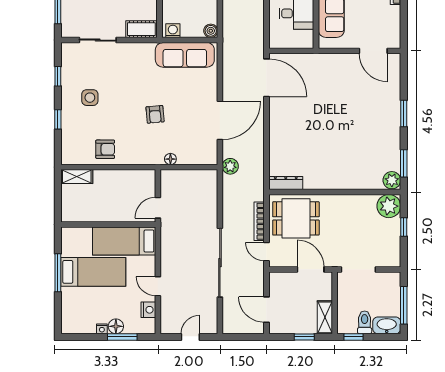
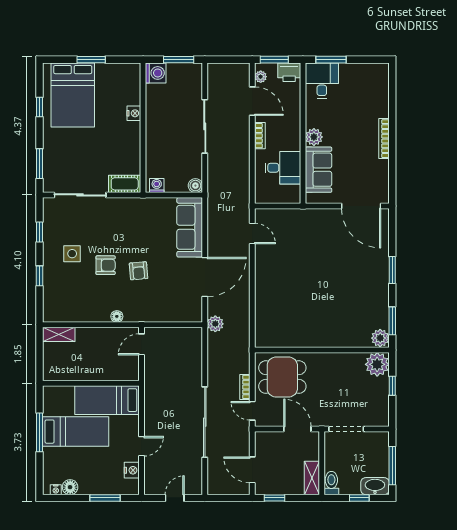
sliding door: (98, 40) -> (80, 195), width x1.37
door: (373, 51) -> (361, 206), width x1.36
sofa: (185, 55) -> (190, 227), moved, turned 90
door: (266, 78) -> (252, 233), width x0.53
armchair: (105, 149) -> (106, 265), moved
floor lamp: (170, 159) -> (117, 316), moved
dresser: (286, 183) -> (272, 341), removed
door: (158, 208) -> (141, 344), moved
bookcase: (259, 221) -> (245, 387), width x0.64
door: (158, 286) -> (141, 446), swing flipped
toilet: (365, 322) -> (331, 483), moved
floor lamp: (116, 326) -> (70, 487), moved
nightstand: (102, 329) -> (56, 490), moved
window: (304, 337) -> (274, 498), moved
window: (353, 337) -> (359, 498), moved

